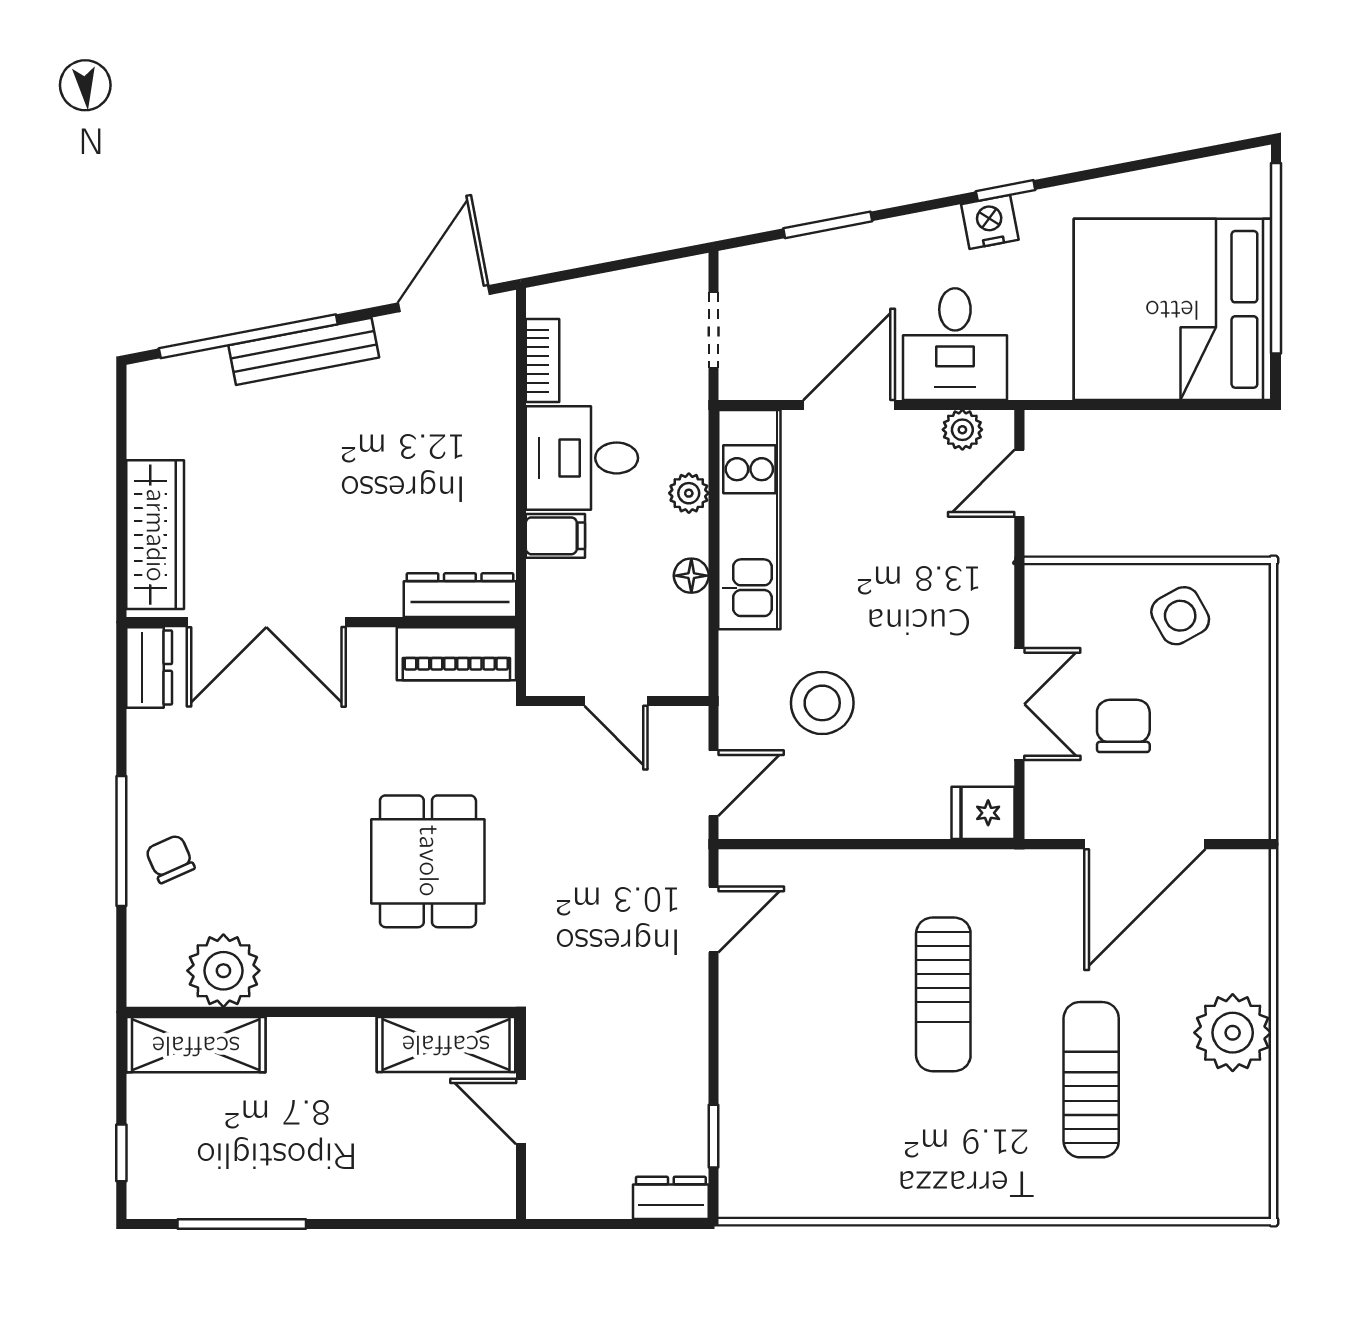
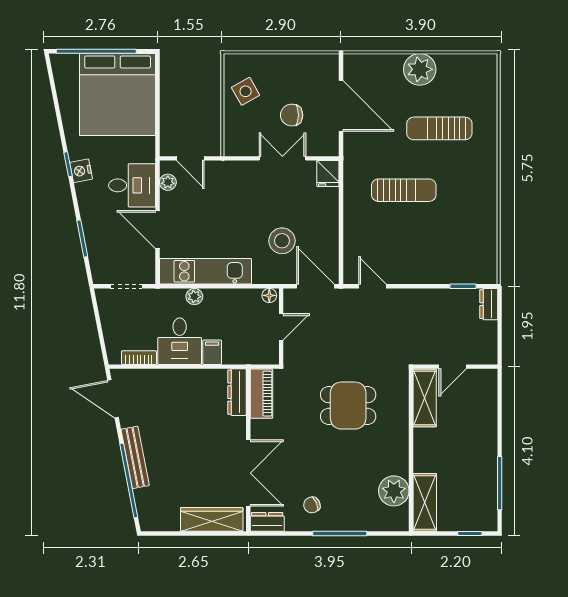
floor lamp: (691, 576) -> (269, 295), moved
door: (713, 783) -> (315, 286), width x1.38
chair: (170, 859) -> (312, 505), moved

